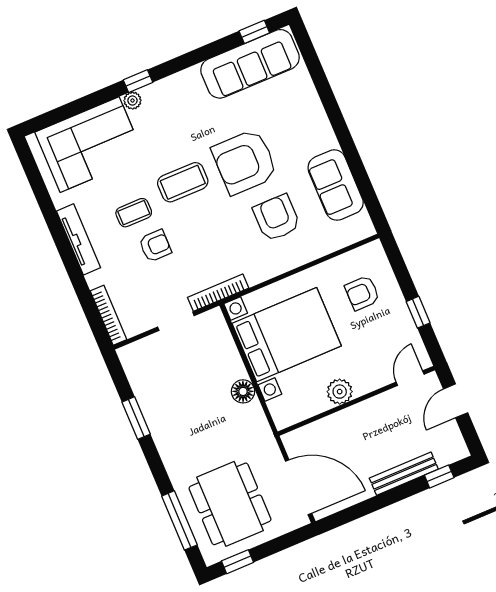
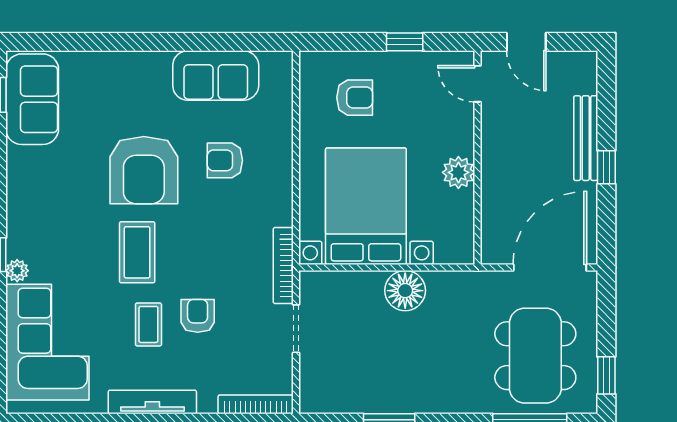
sofa: (250, 64) -> (32, 99), width x0.73
armchair: (277, 218) -> (225, 160), width x0.72, depth x0.72
armchair: (362, 293) -> (355, 98), turned -90
floor lamp: (243, 391) -> (405, 291), width x1.38, depth x1.38
window: (439, 476) -> (606, 167), moved
dining table: (230, 504) -> (535, 356), turned 90

